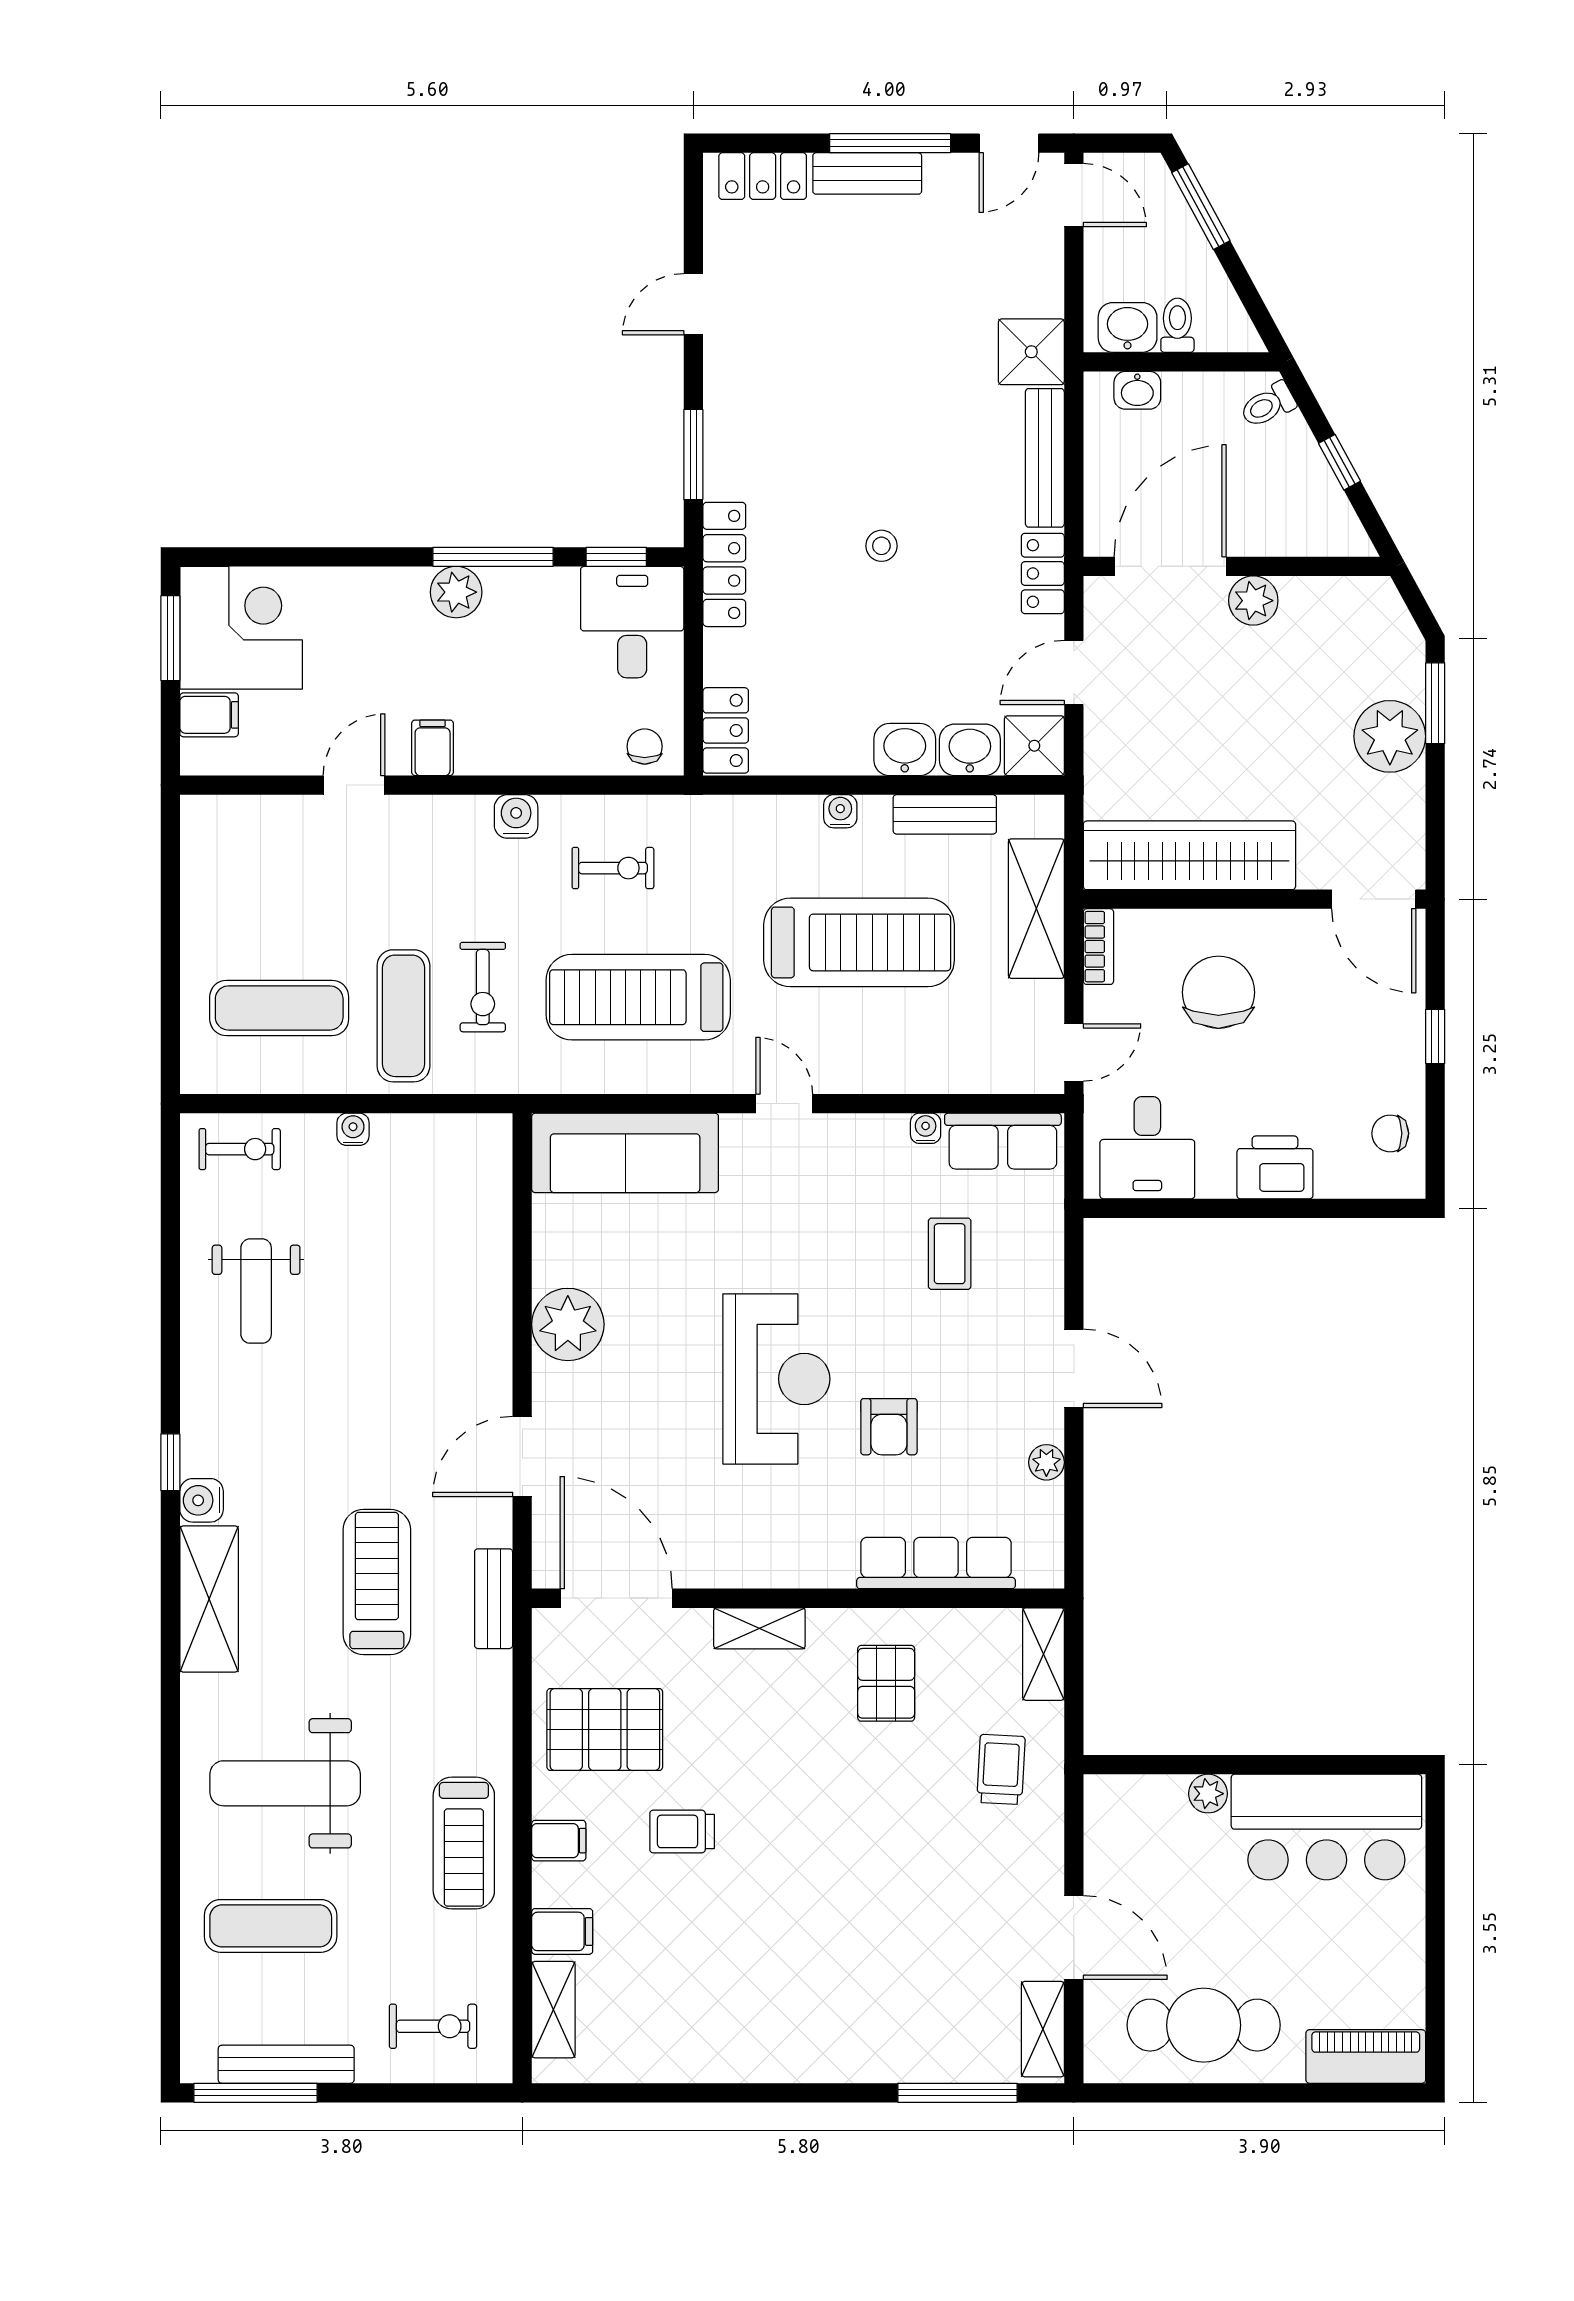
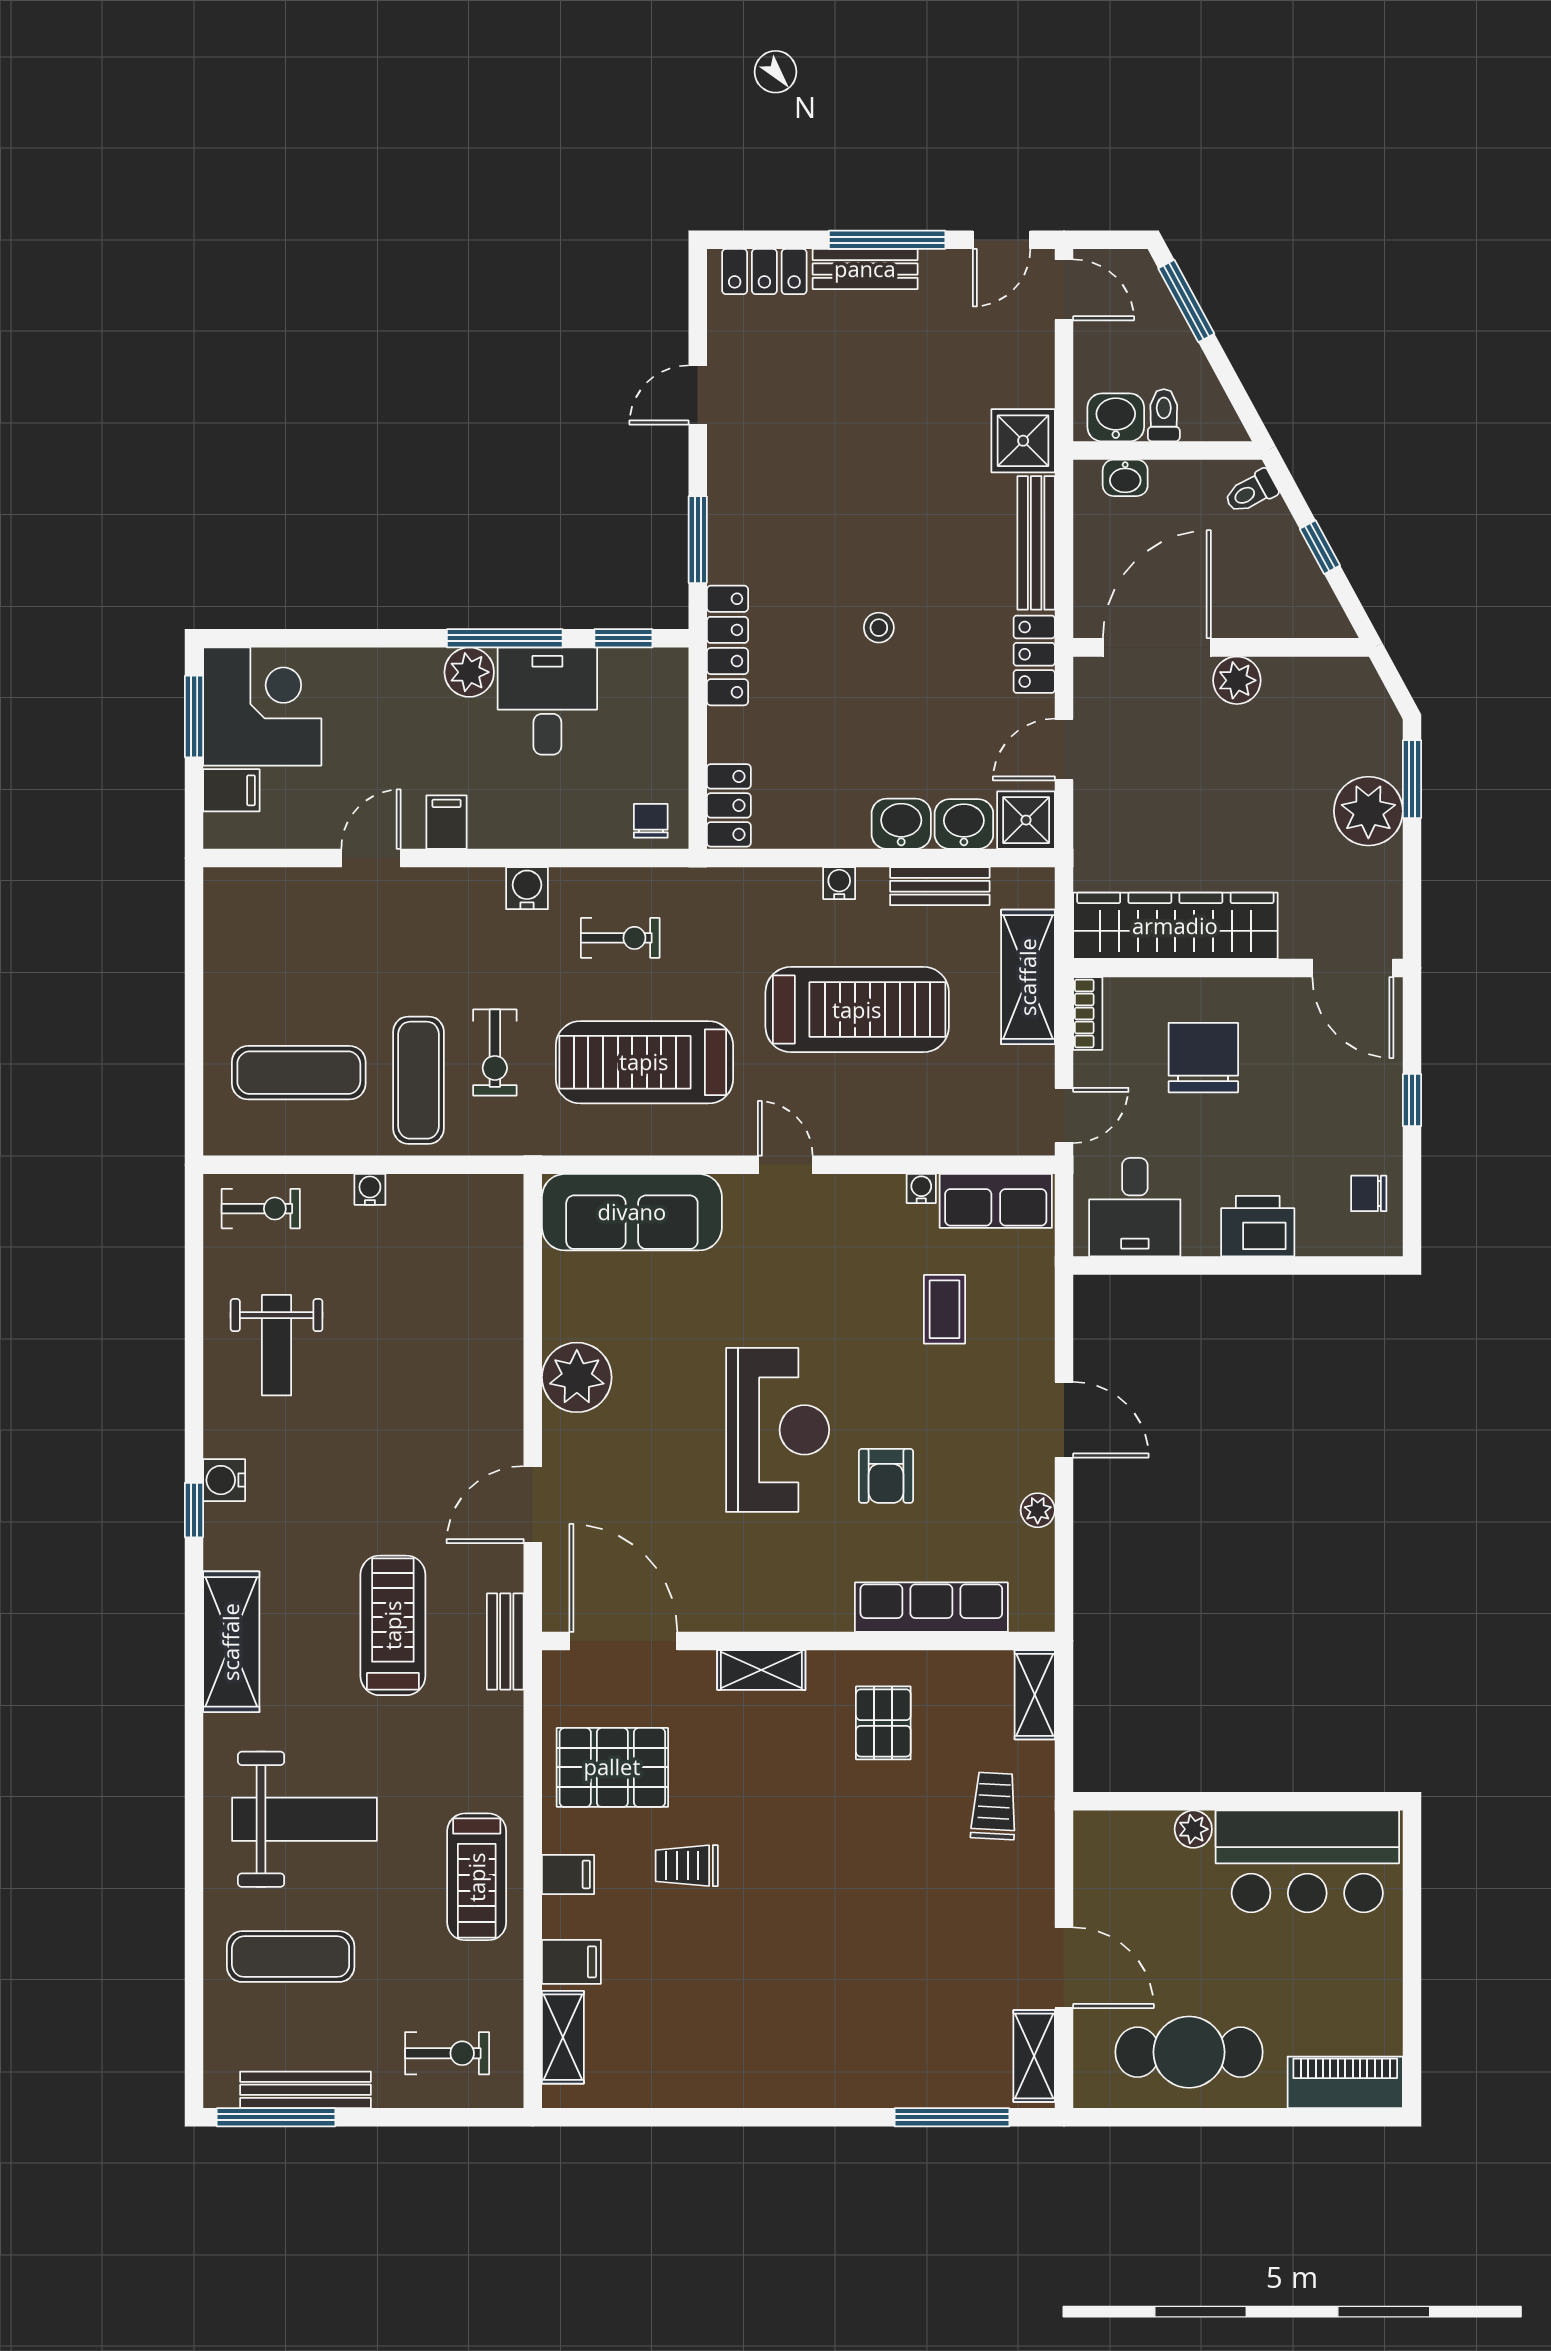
desk: (632, 622) -> (547, 701), moved
water cooler: (202, 1500) -> (224, 1480), moved
weight bench: (285, 1783) -> (305, 1819), turned 180

